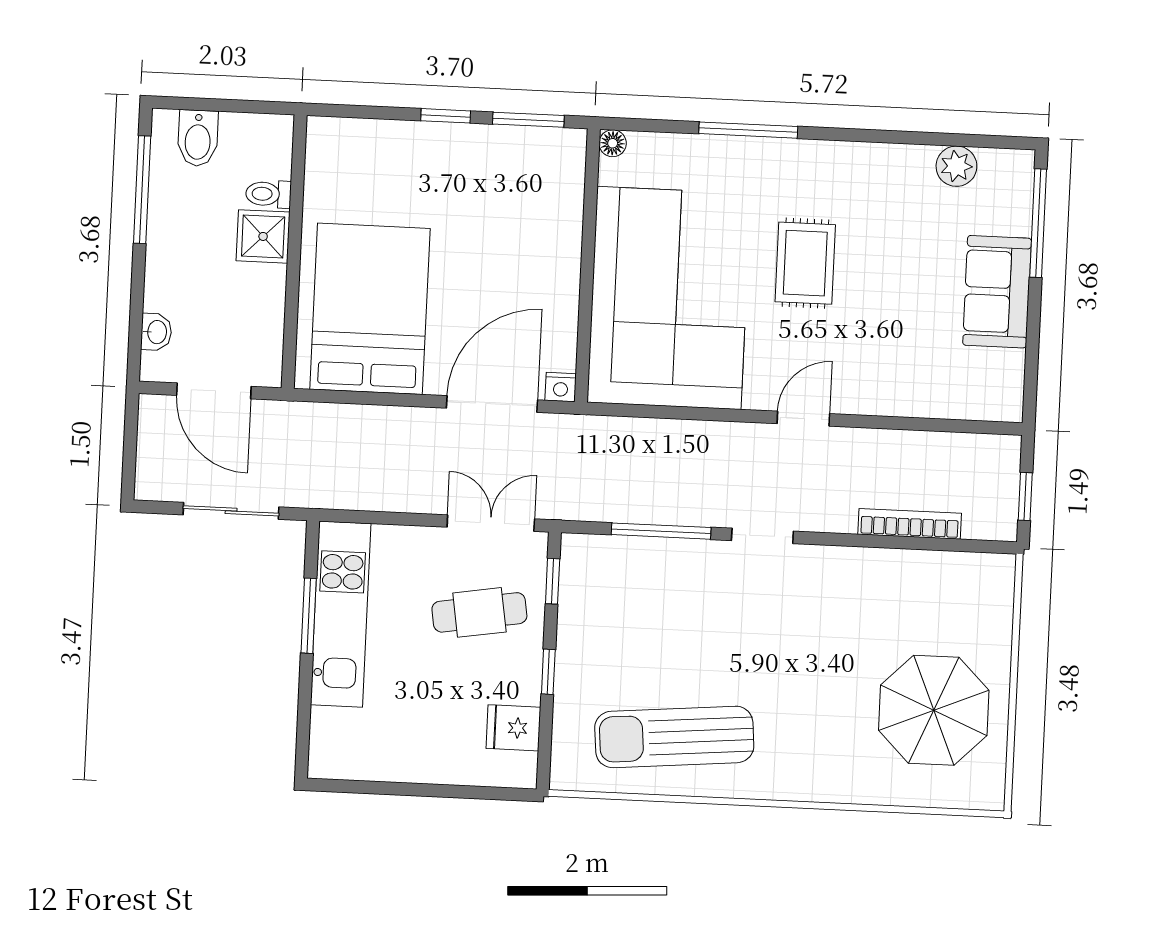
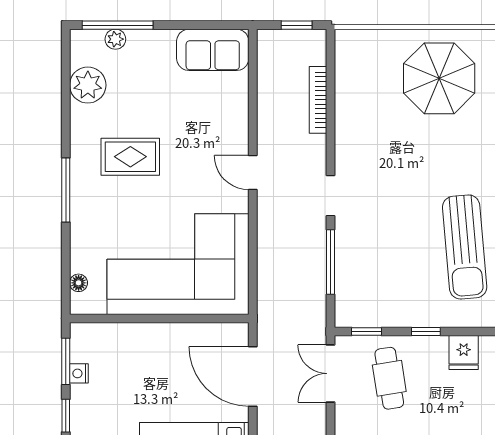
window: (748, 130) -> (66, 190), moved
floor lamp: (613, 143) -> (79, 283), moved
plant: (956, 166) -> (88, 85), width x1.36, depth x1.36
plant: (1017, 219) -> (115, 39), added
rug: (805, 263) -> (130, 157), moved
sofa: (997, 292) -> (213, 50), moved
nightstand: (561, 387) -> (79, 373), moved, turned 180

